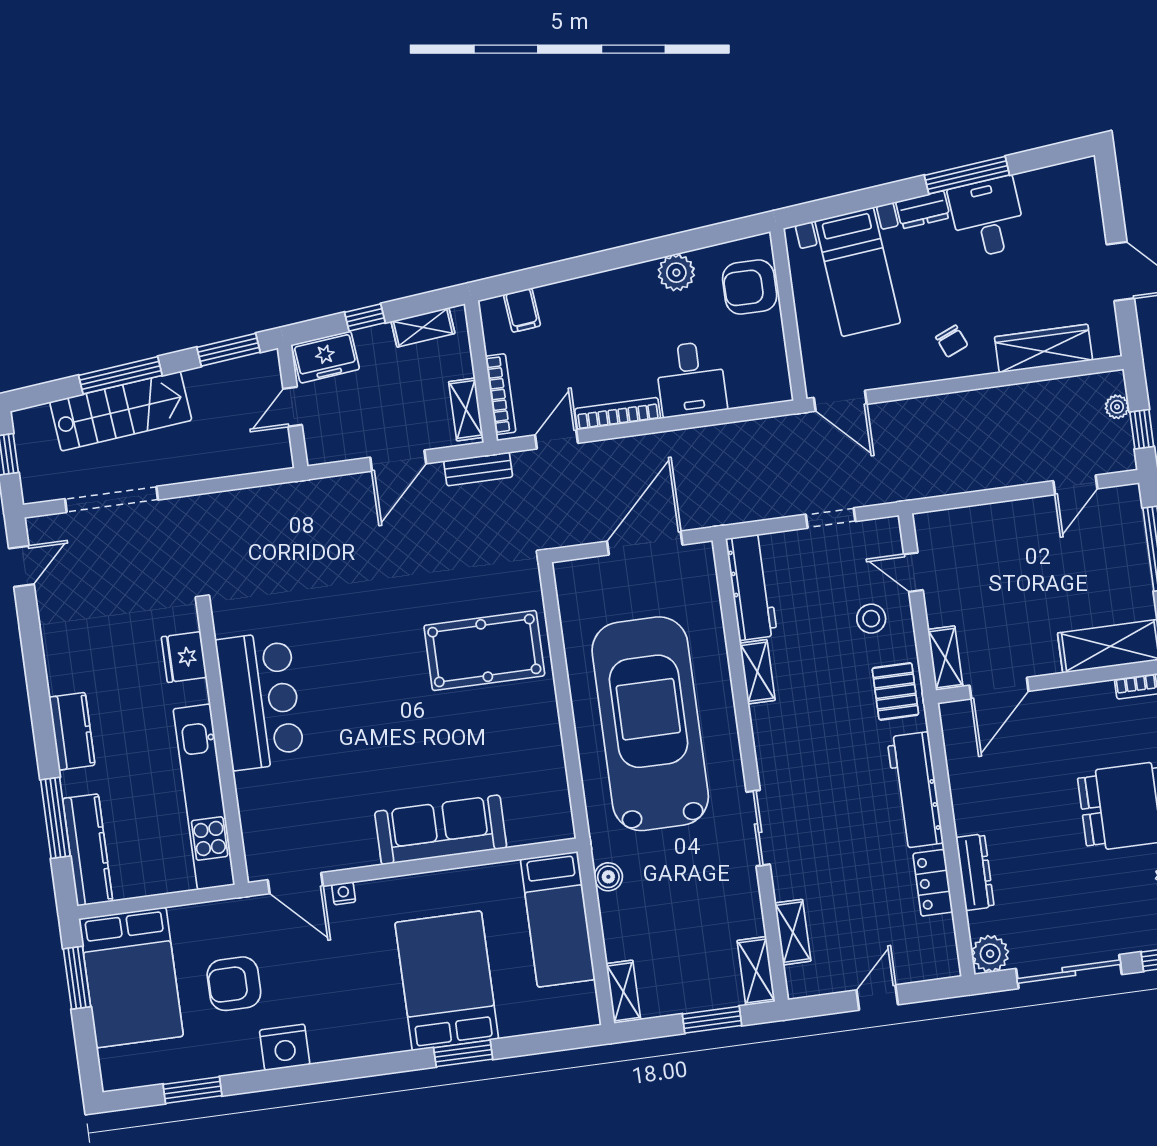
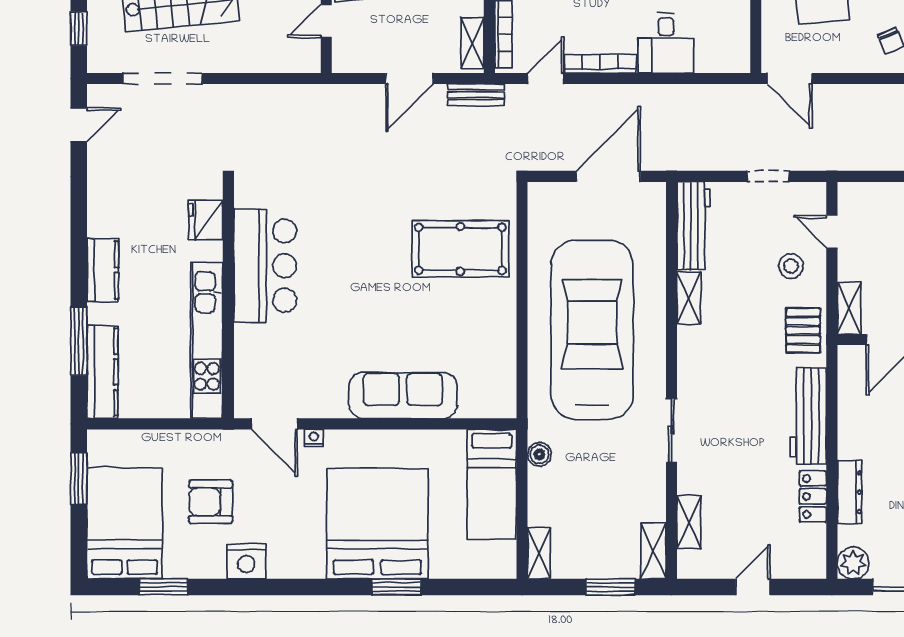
bed: (131, 978) -> (124, 523), moved, turned 180
bed: (447, 981) -> (377, 524), width x1.36

